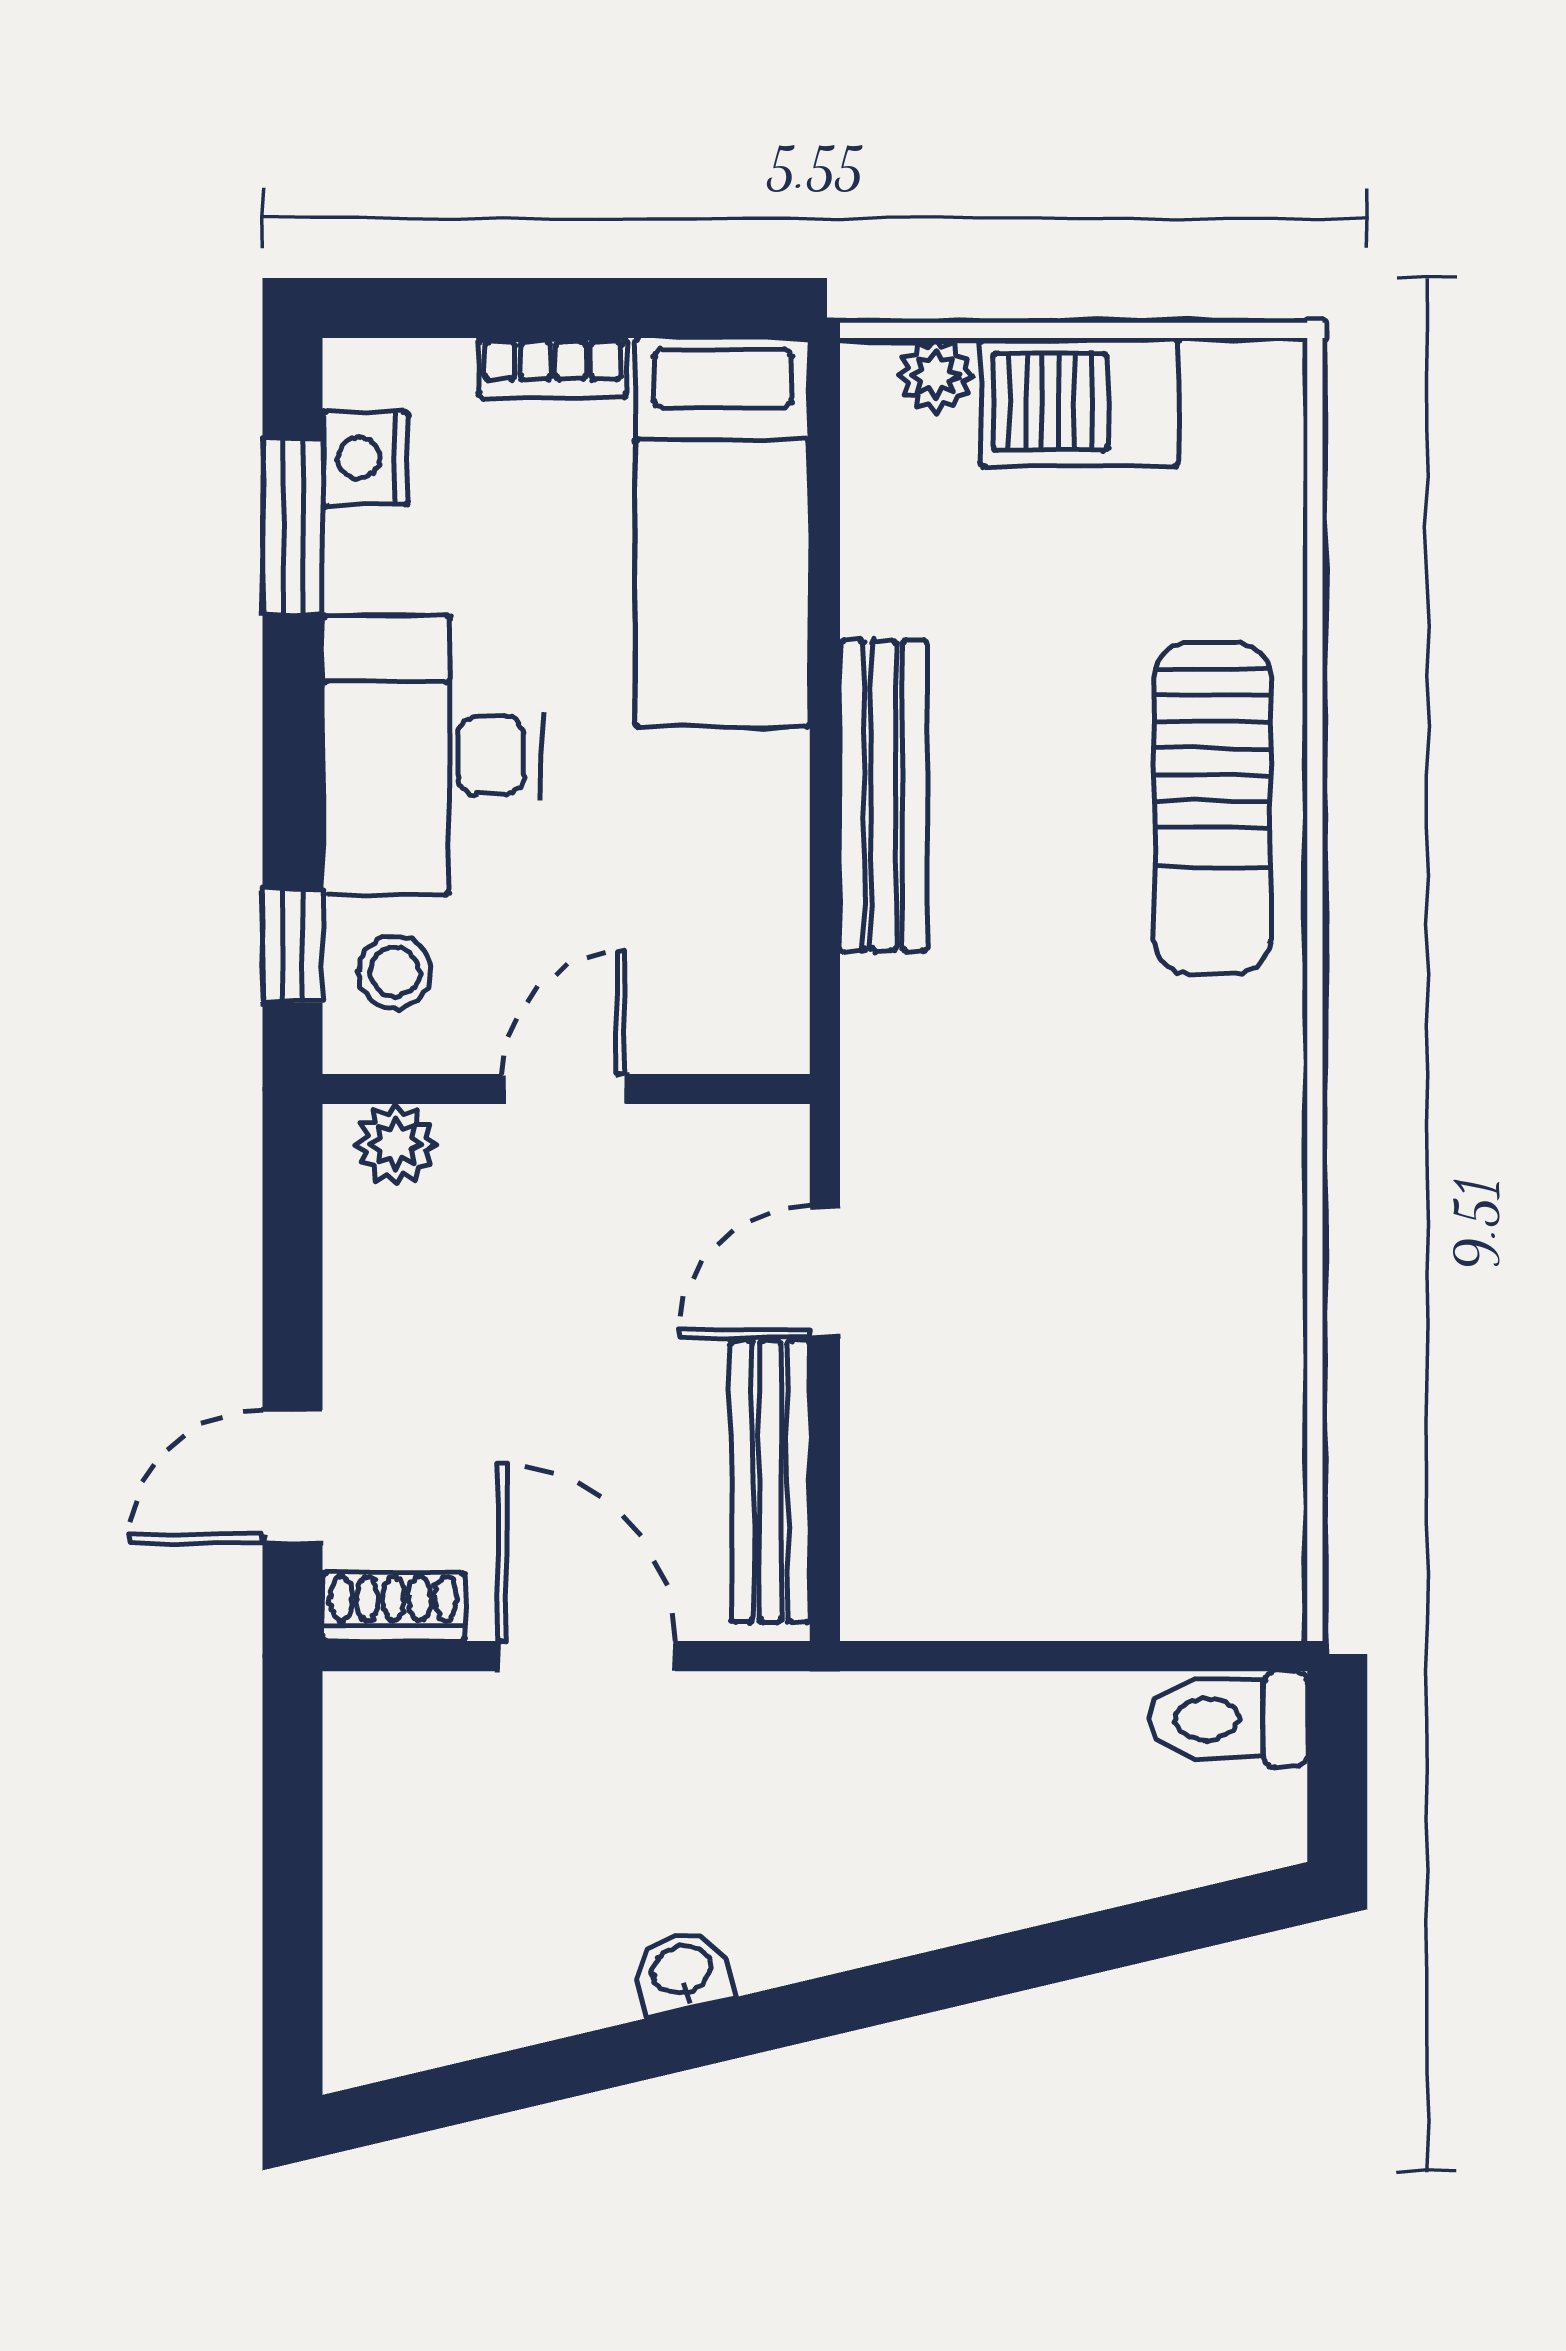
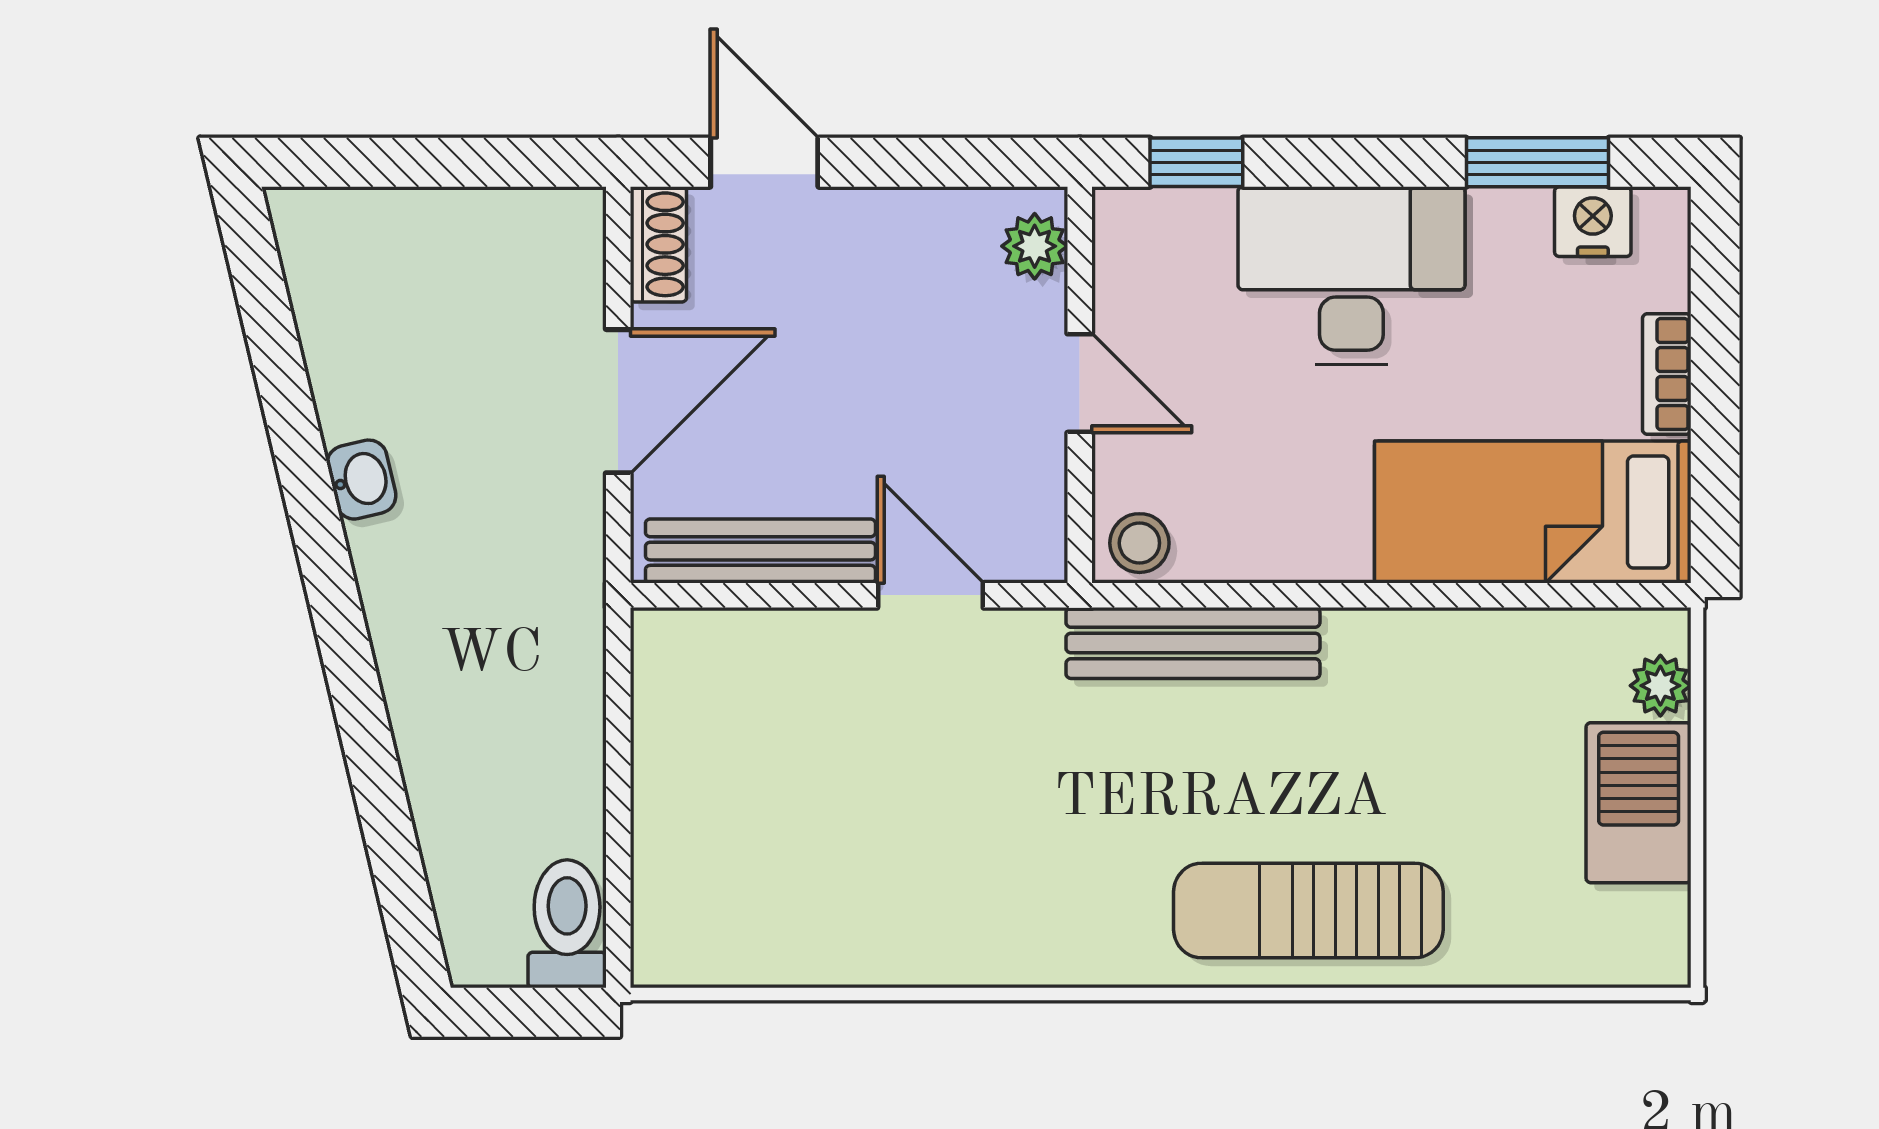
bench: (883, 796) -> (1193, 643), moved
stool: (395, 972) -> (1139, 543), moved

